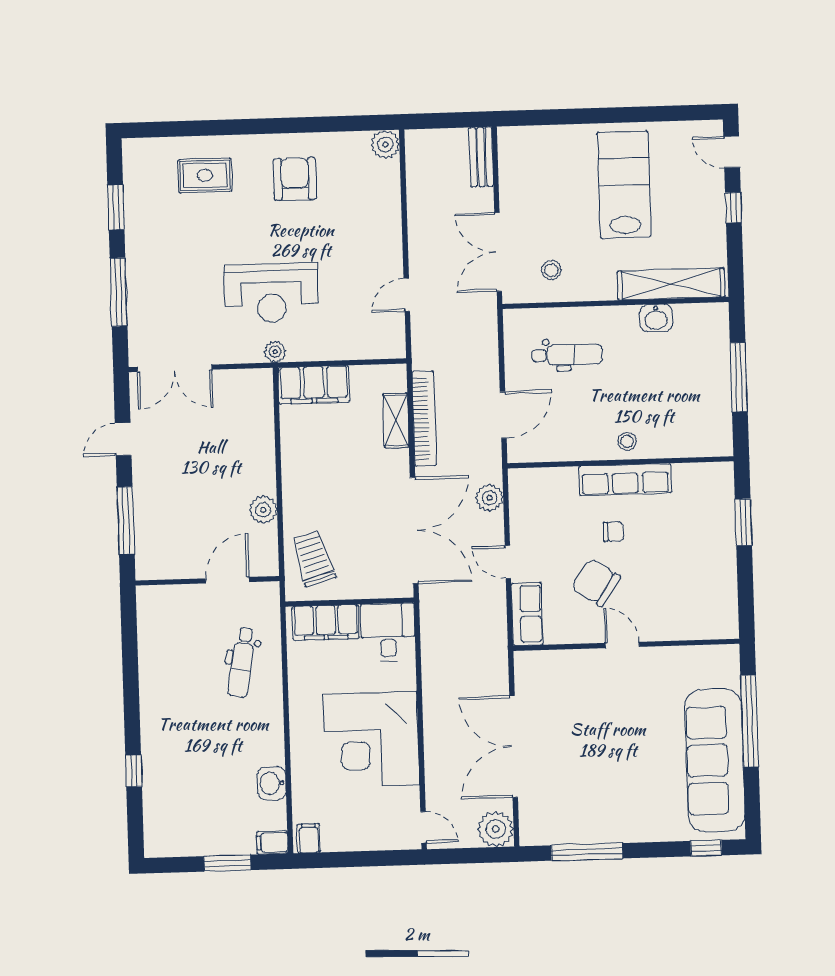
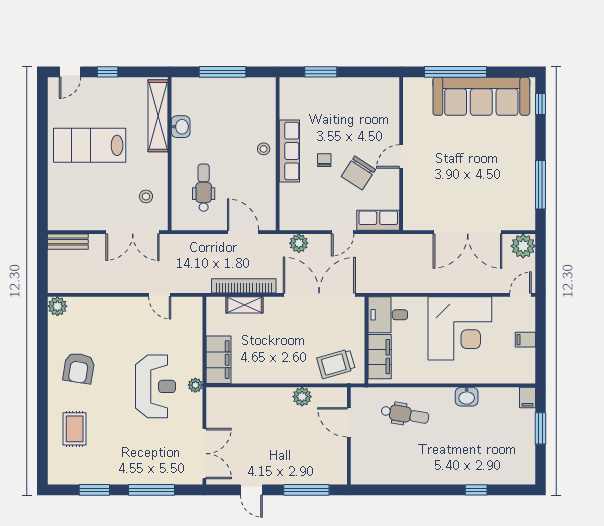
armchair: (295, 179) -> (79, 368), turned -81
washbasin: (272, 783) -> (467, 397), moved
filing cabinet: (309, 838) -> (525, 340), moved

